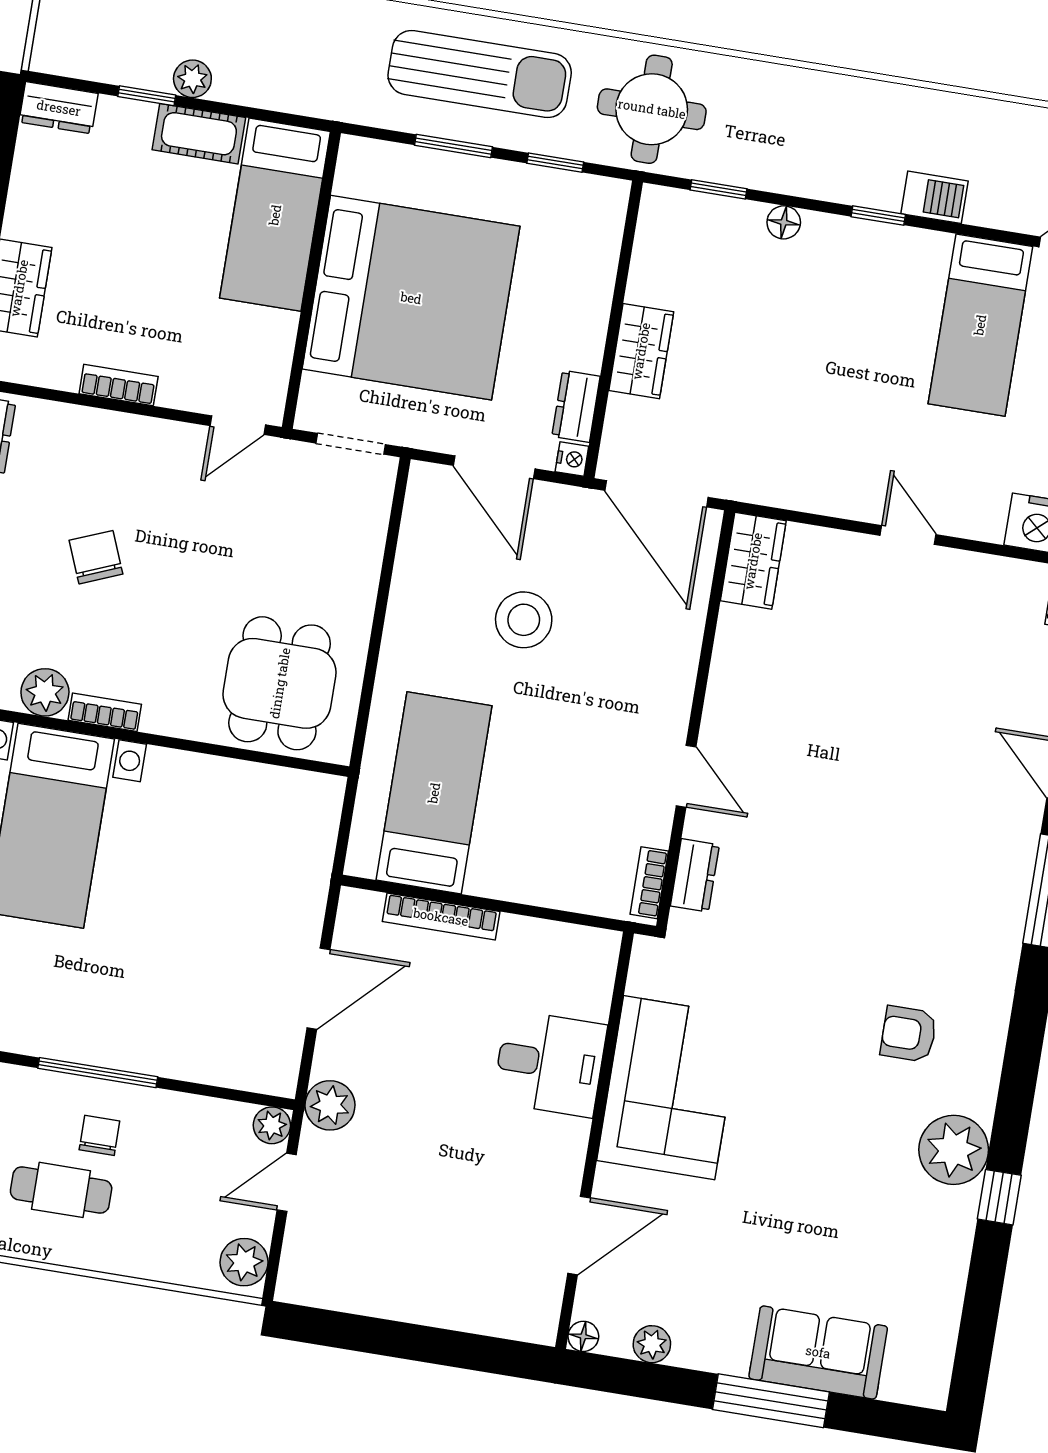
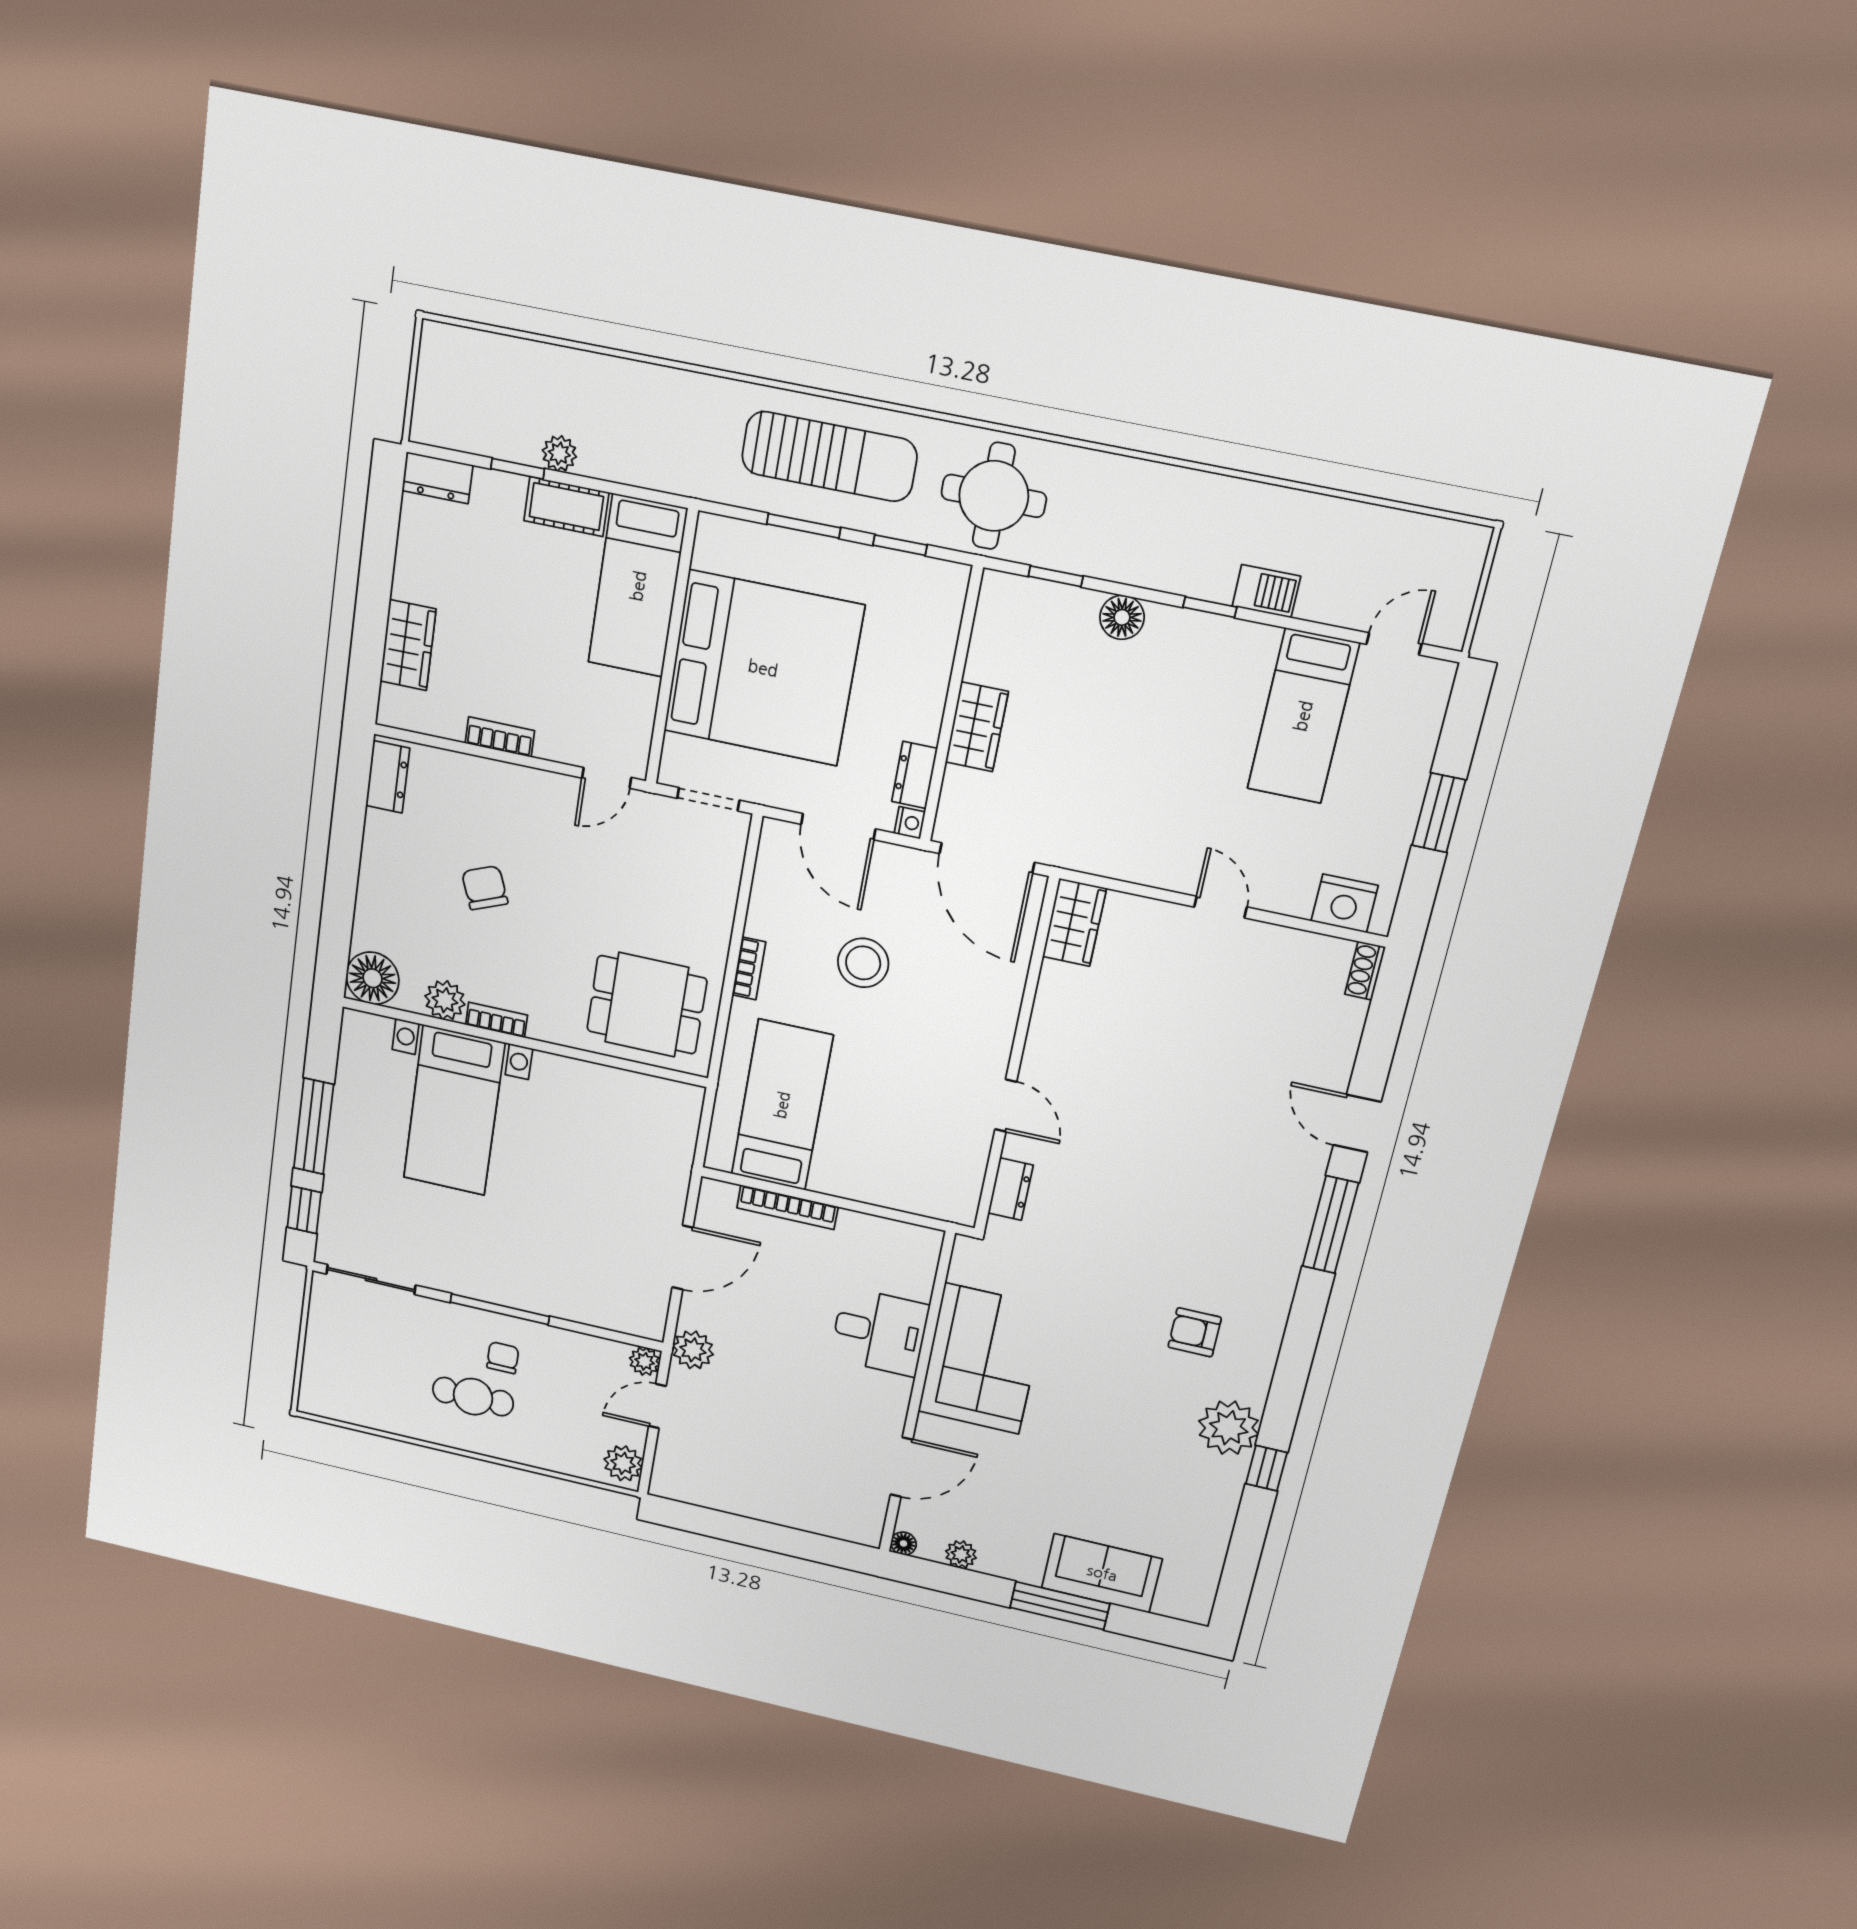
floor lamp: (784, 222) -> (1122, 617), width x1.37, depth x1.37
dining table: (280, 683) -> (647, 1005), turned 90
bookcase: (649, 883) -> (749, 968), moved, turned 180

